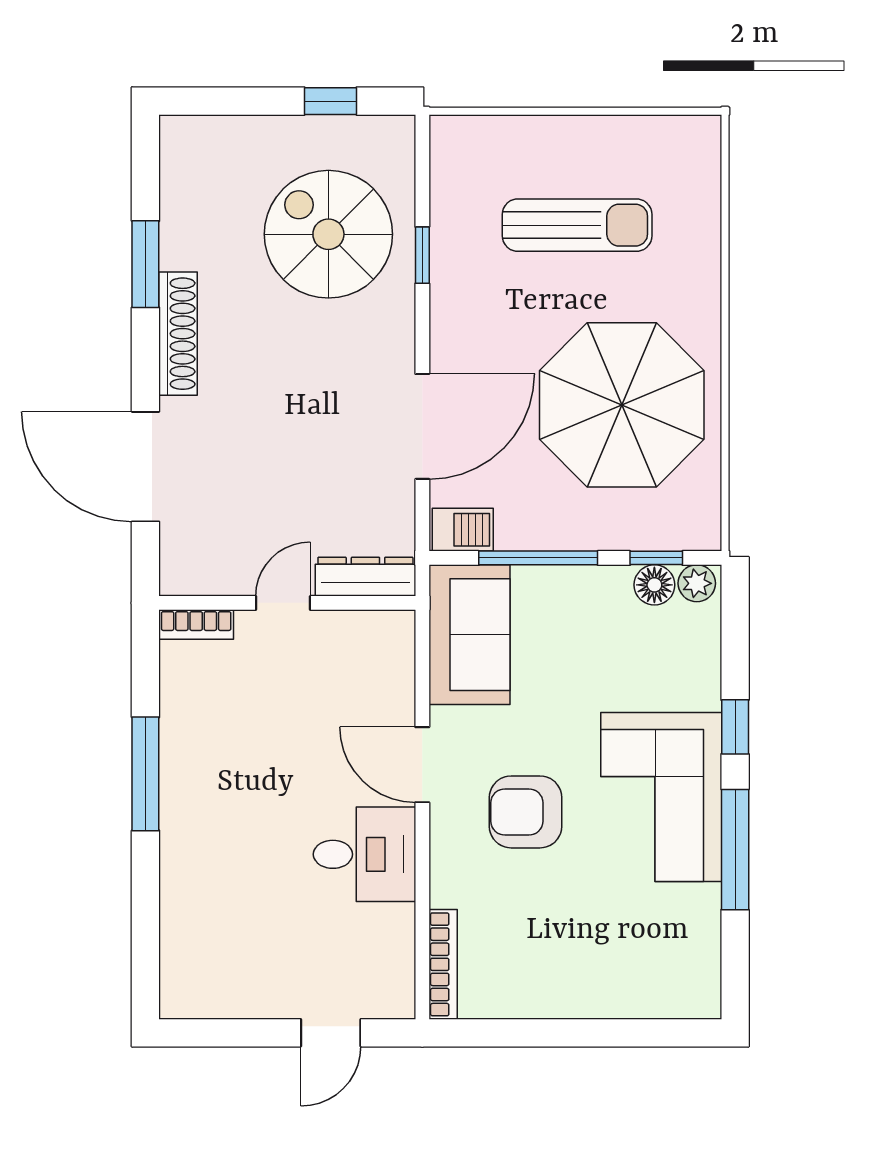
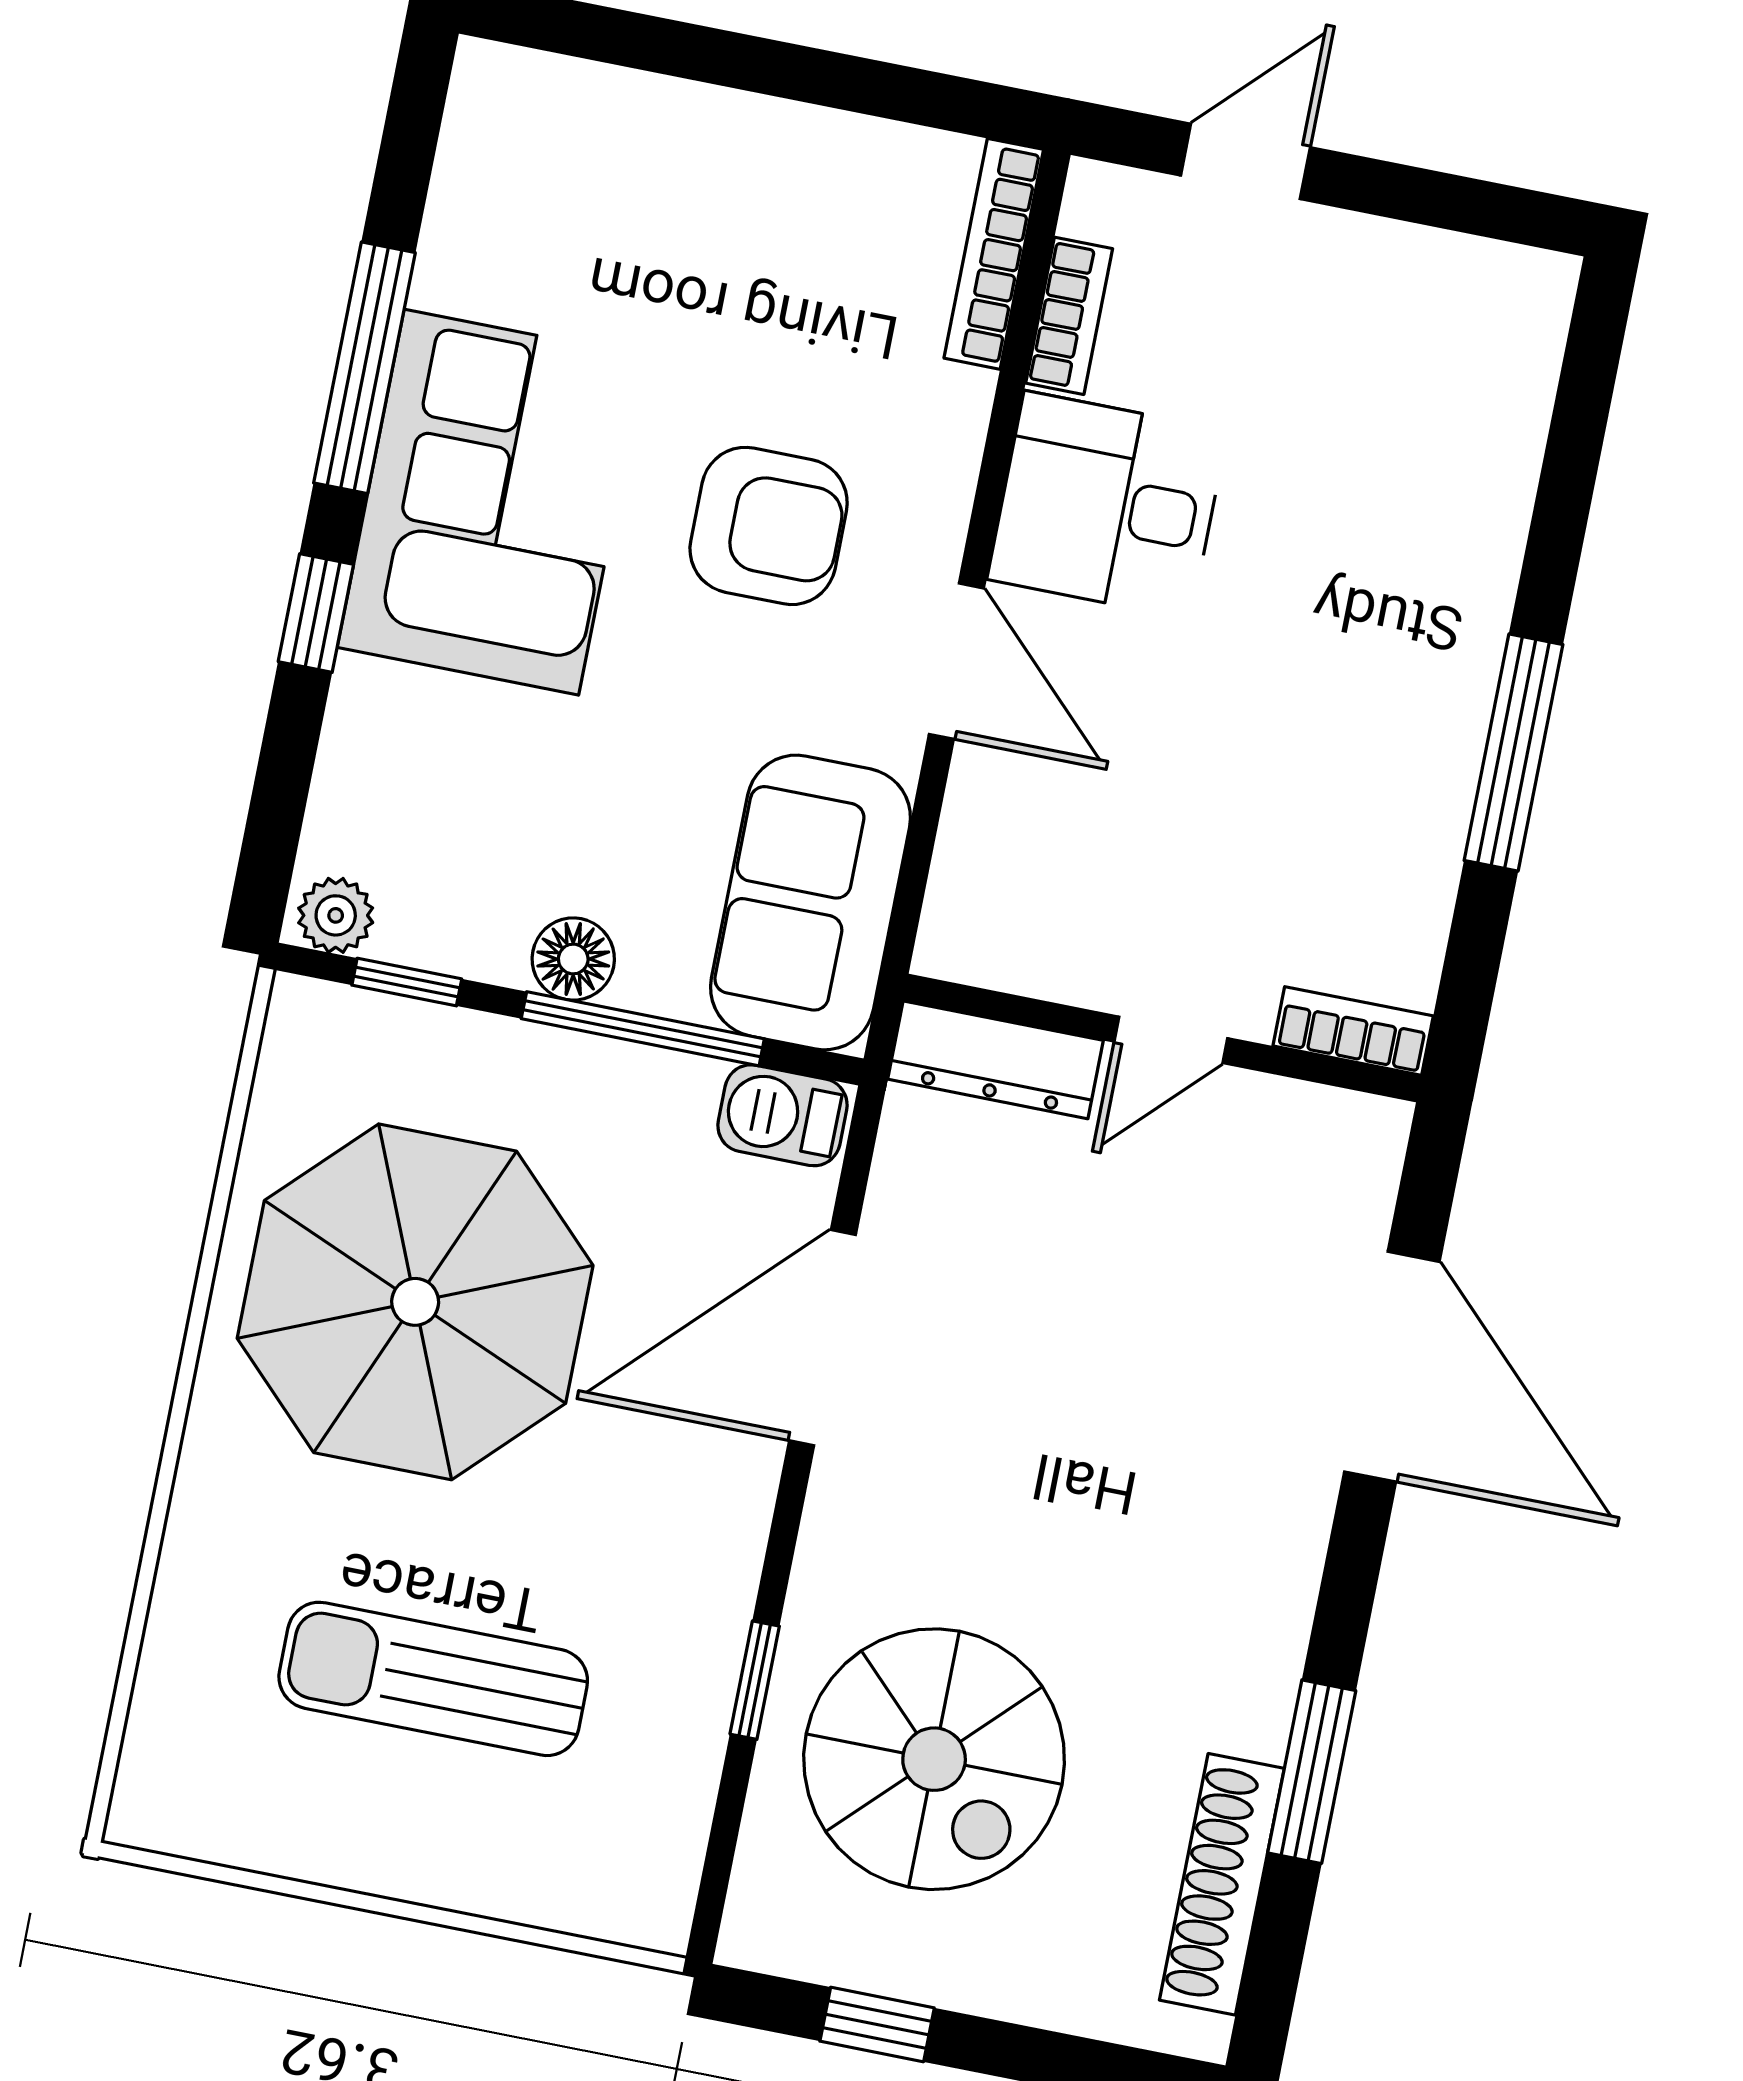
shoe rack: (178, 334) -> (1222, 1884), moved
floor lamp: (654, 585) -> (573, 959), moved
bookcase: (401, 942) -> (1069, 316), added

